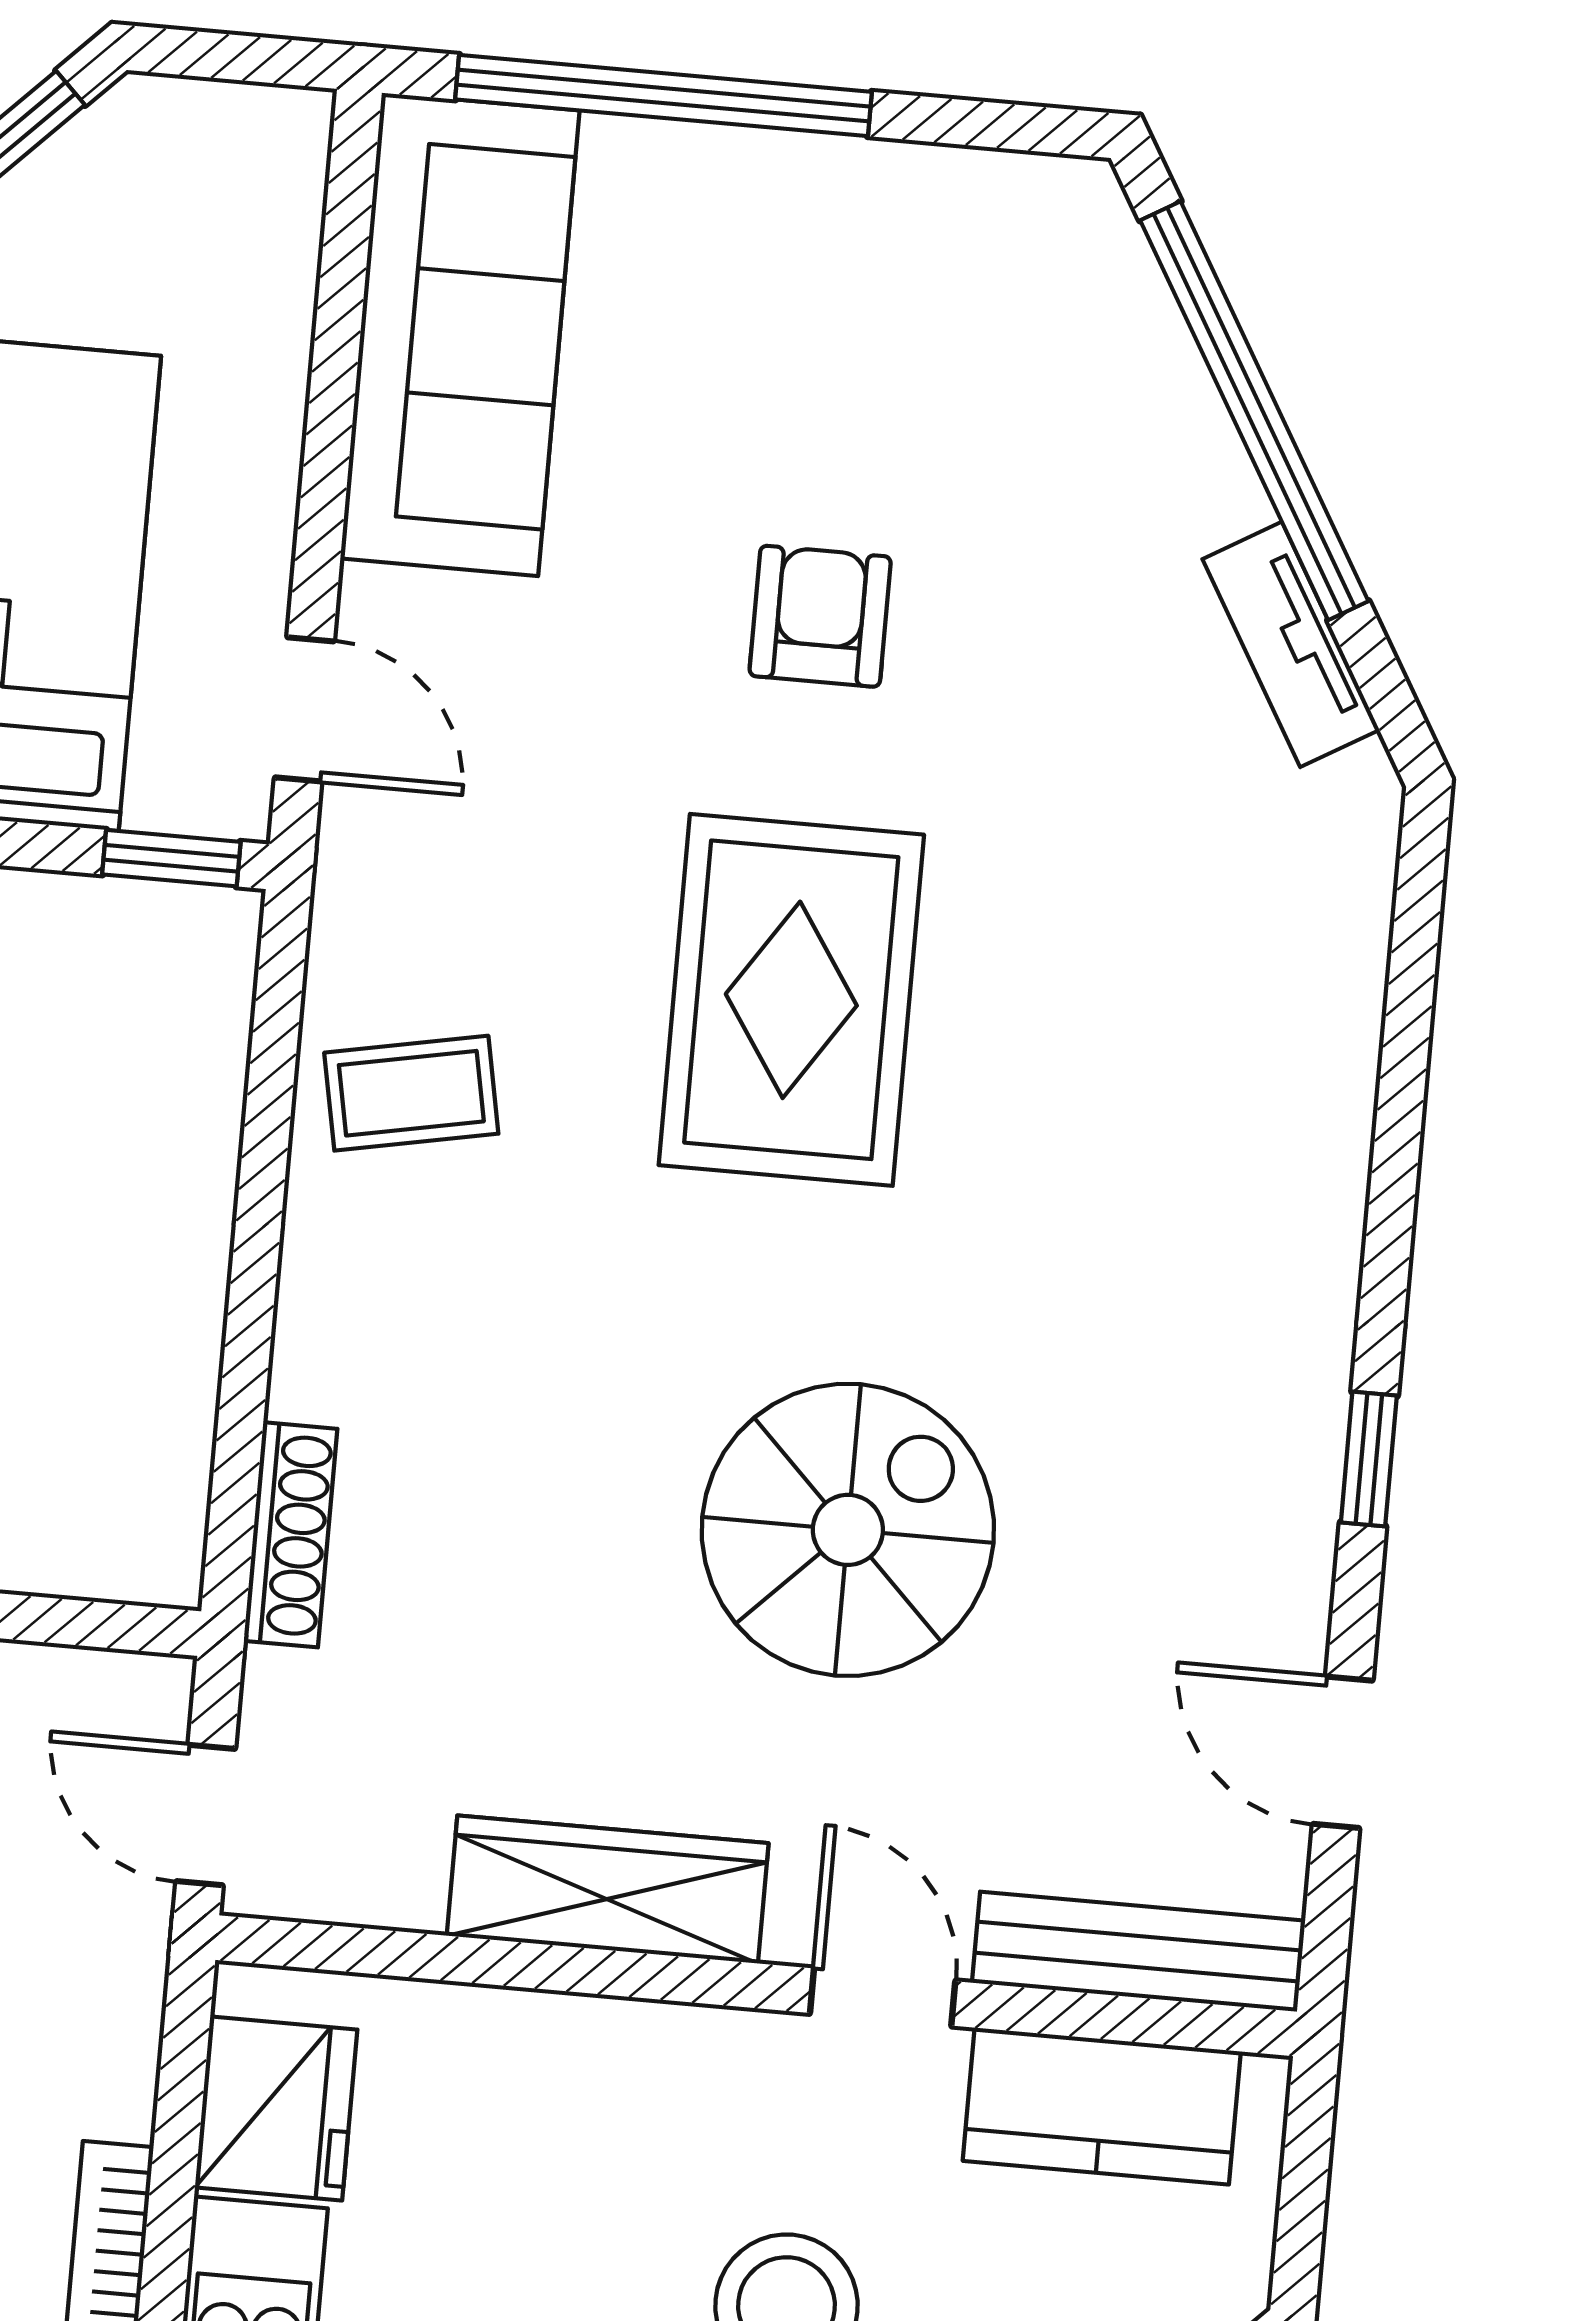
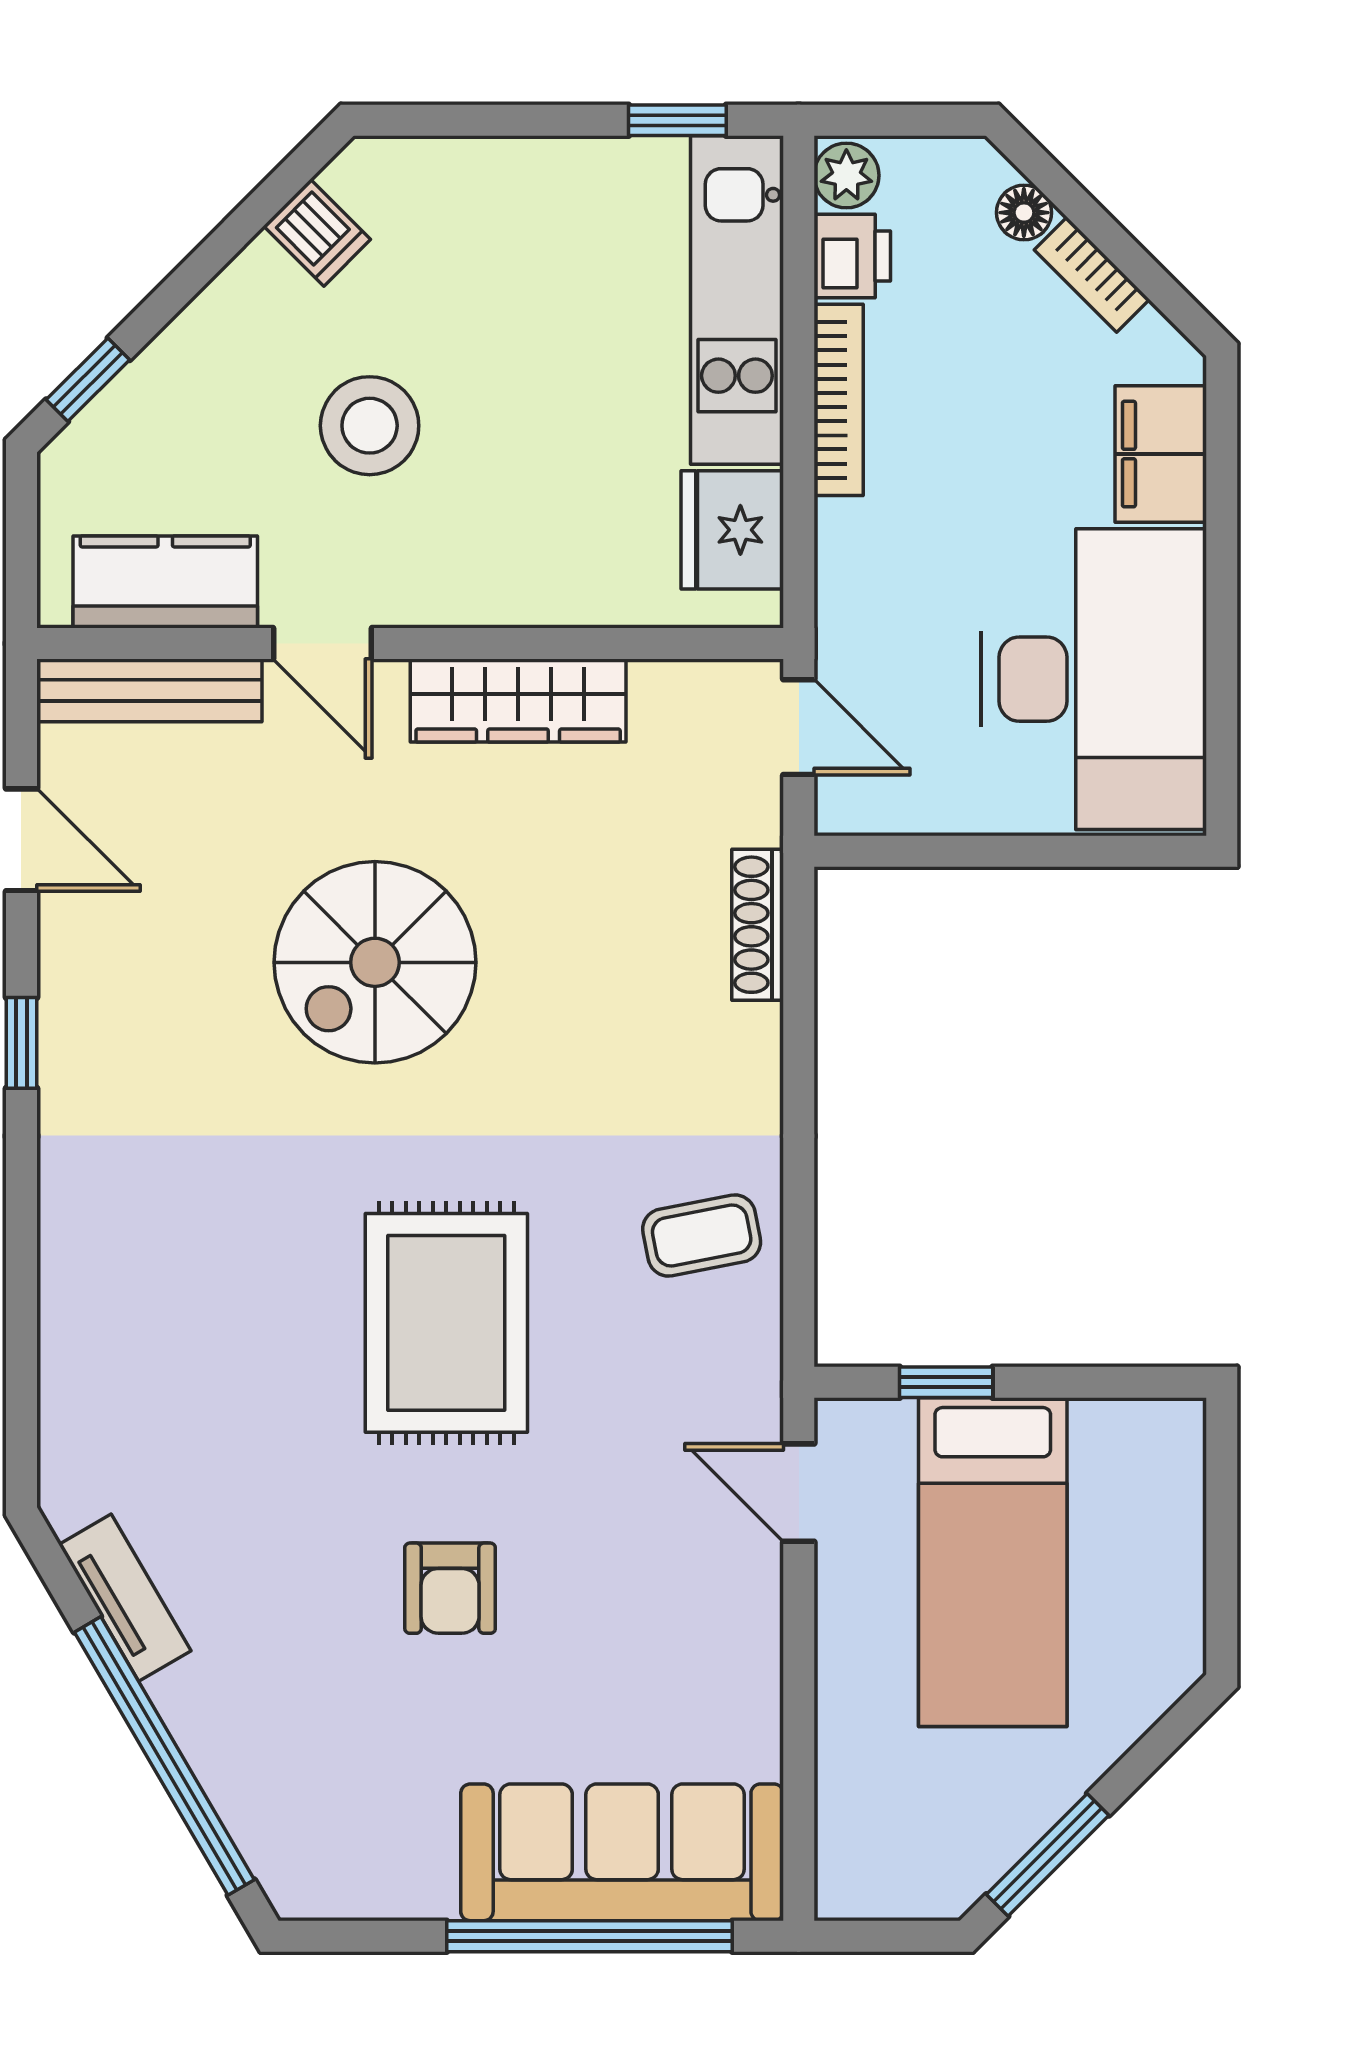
sofa: (460, 334) -> (622, 1852), moved, turned 90
window: (171, 858) -> (946, 1382), moved

